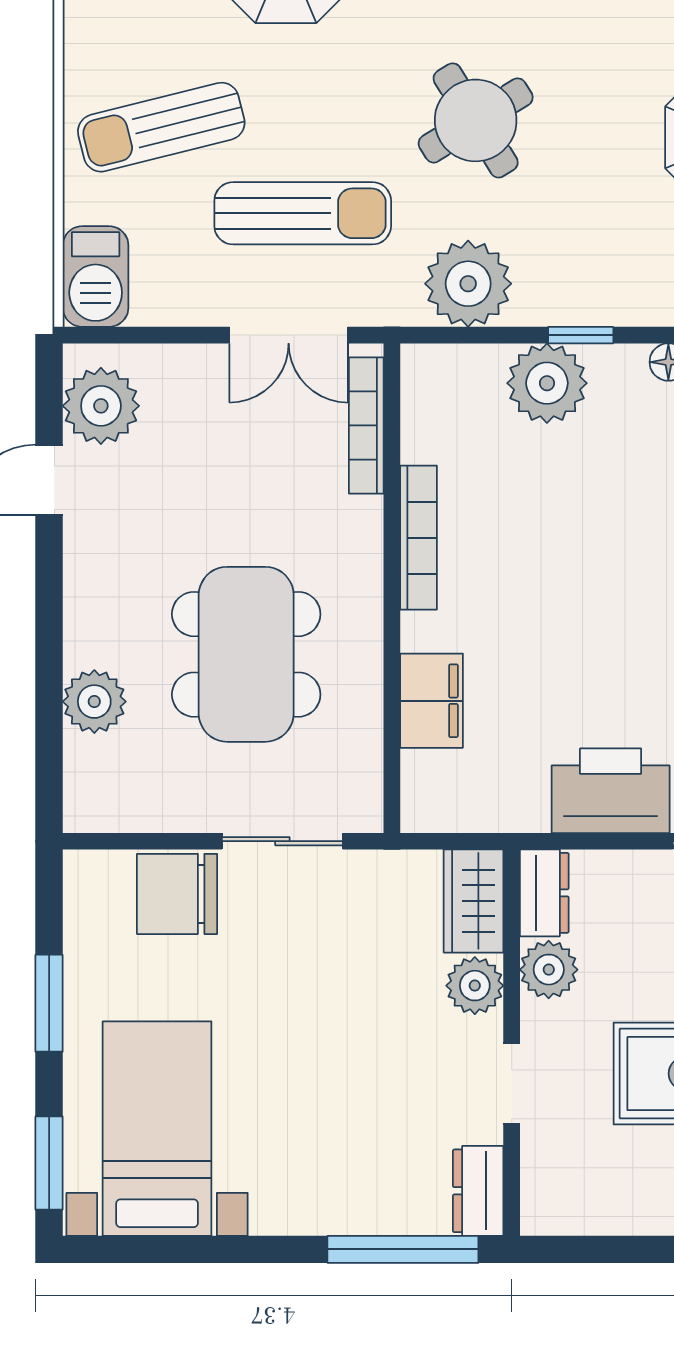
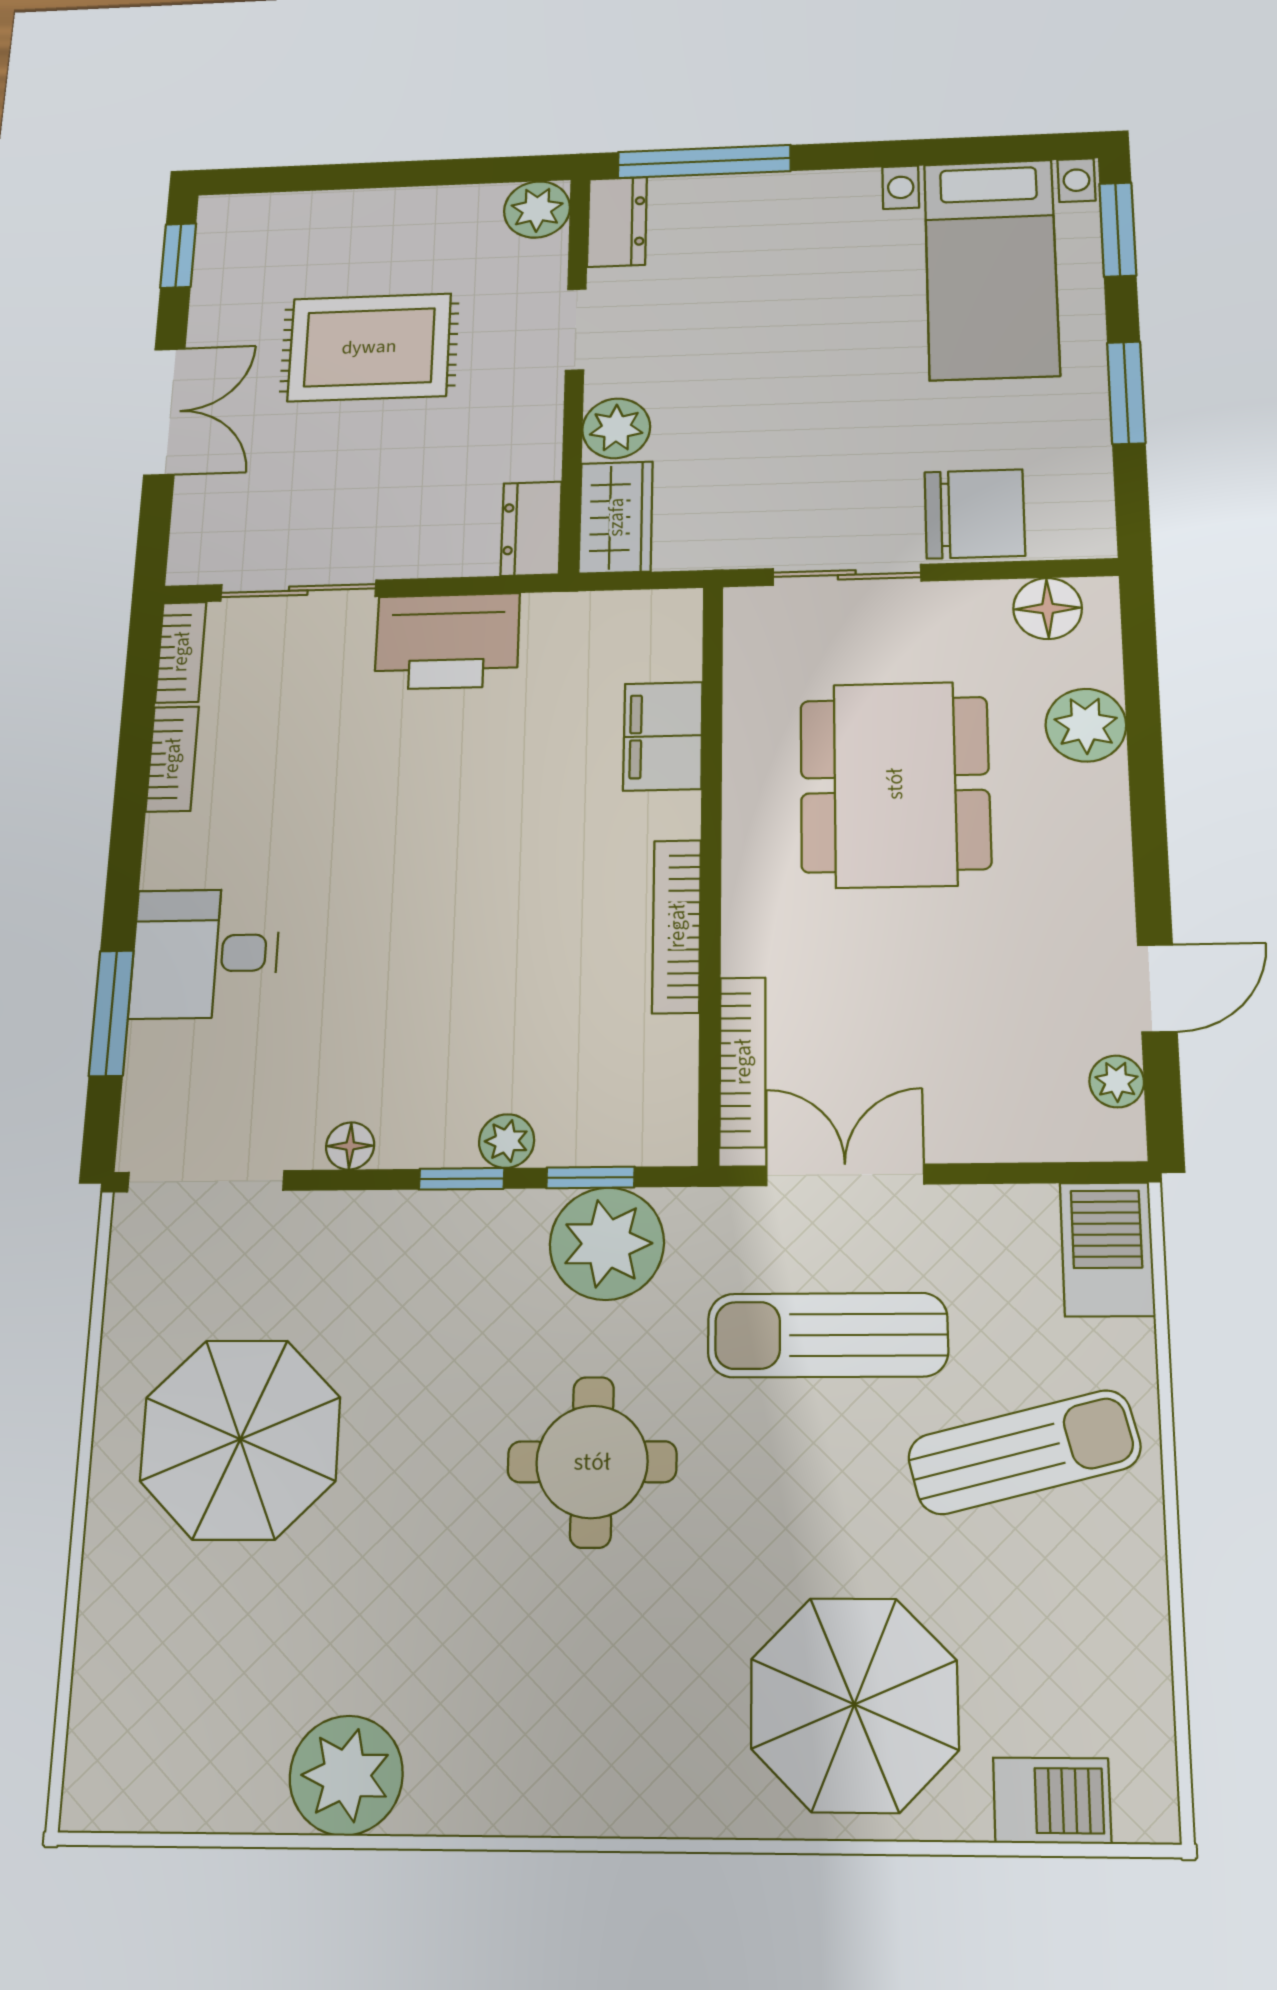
round table: (476, 120) -> (592, 1462), turned 32
window: (482, 335) -> (590, 1177), added
plant: (547, 383) -> (507, 1141), width x0.53, depth x0.53
plant: (101, 406) -> (1117, 1081), width x0.53, depth x0.53
floor lamp: (121, 806) -> (1048, 608), added
plant: (549, 970) -> (537, 209), moved

